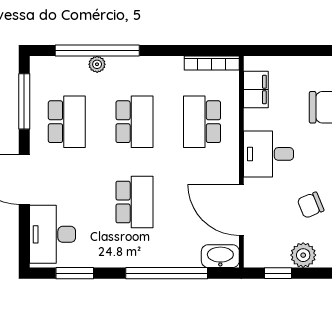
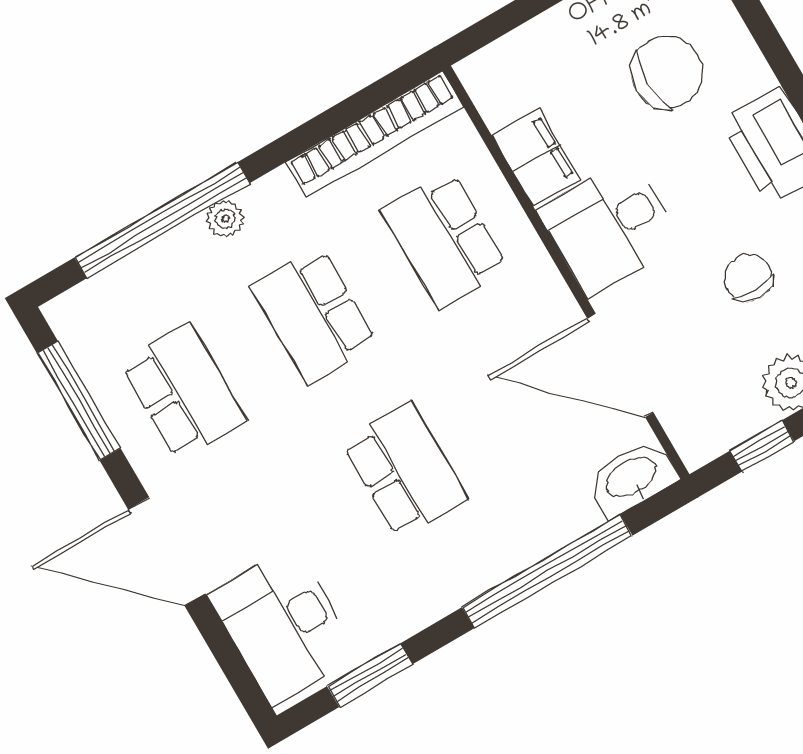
bookcase: (212, 63) -> (374, 134), width x1.48, depth x1.31
plant: (97, 64) -> (225, 219), moved
filing cabinet: (256, 89) -> (536, 157), moved
school desk: (134, 122) -> (314, 316), turned 180
chair: (311, 205) -> (748, 278), turned 112

